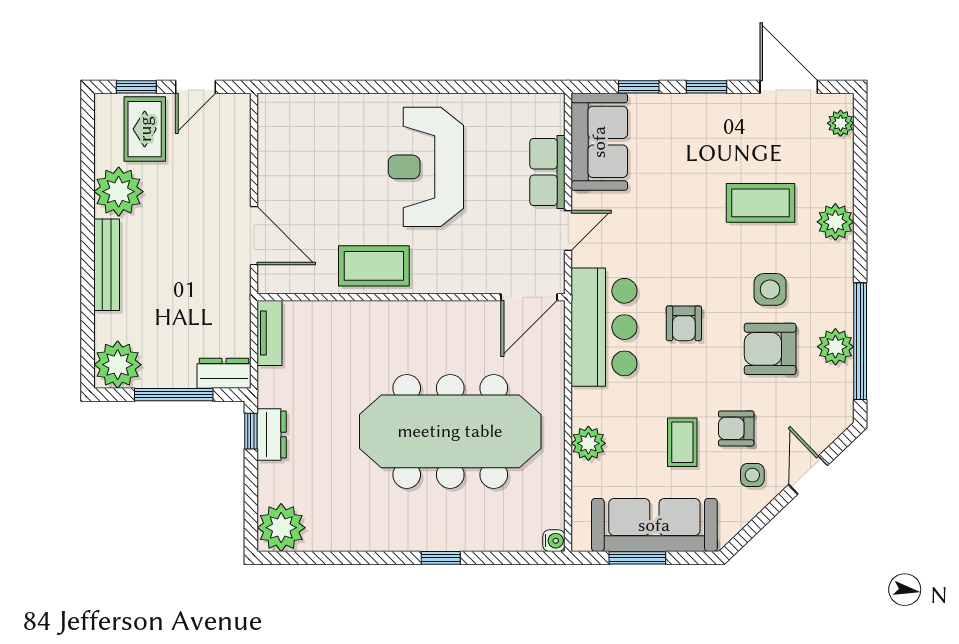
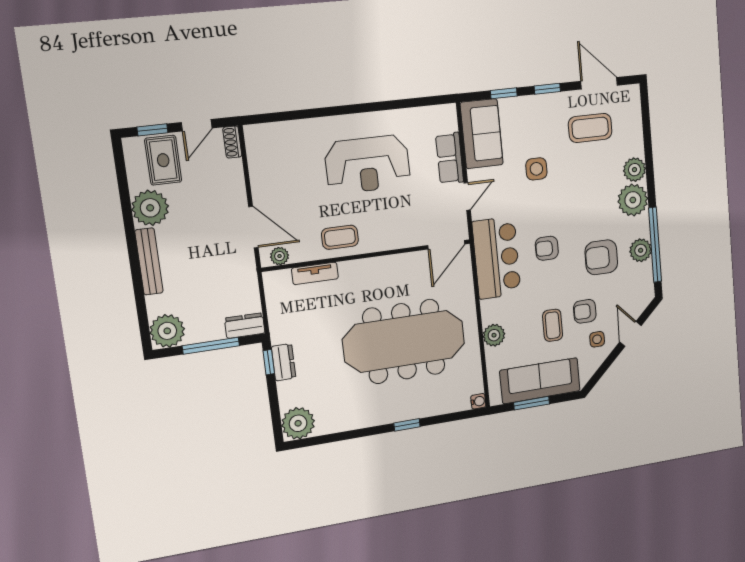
shoe rack: (240, 115) -> (232, 142), added
plant: (841, 123) -> (633, 200), moved, width x1.88, depth x1.88
reception desk: (426, 167) -> (368, 164), turned -90
coffee table: (760, 203) -> (590, 128), moved
coffee table: (374, 266) -> (340, 237), width x0.73, depth x0.77
plant: (285, 281) -> (279, 256), added
side table: (770, 289) -> (536, 169), moved
armchair: (684, 323) -> (547, 248), turned 90
tv unit: (270, 333) -> (315, 273), moved, turned 90

